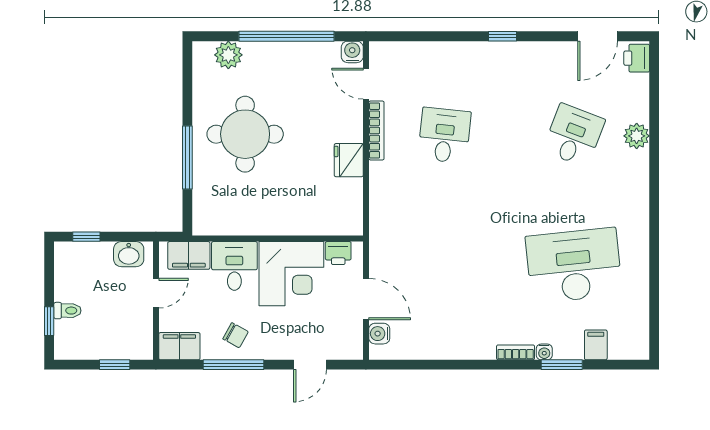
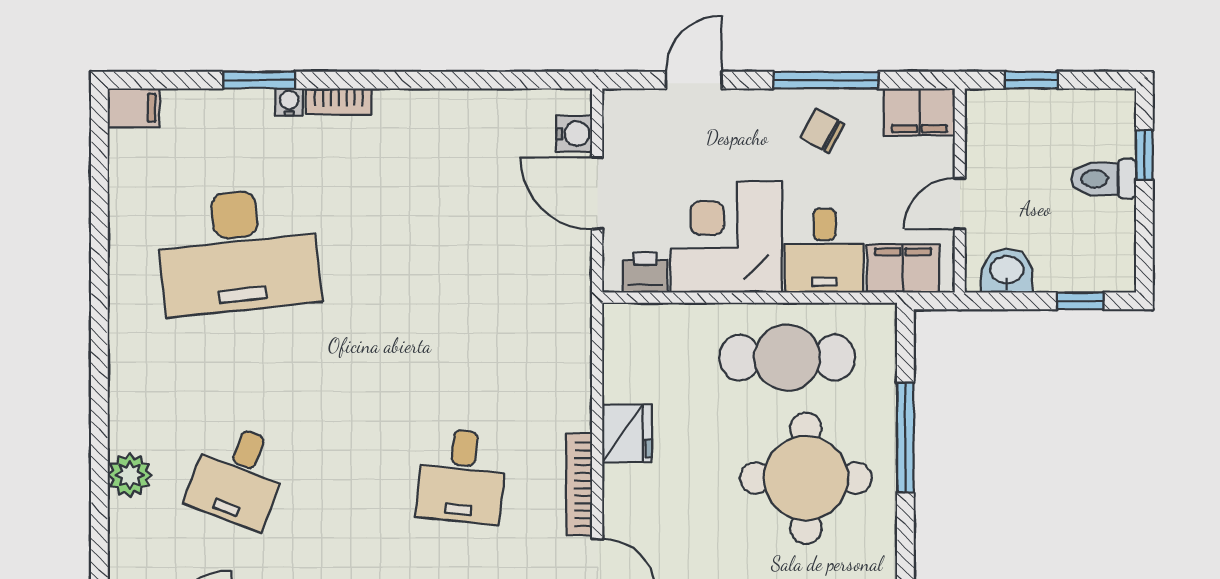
cafe table: (256, 204) -> (787, 358), added
toilet: (67, 311) -> (1104, 179), width x1.37, depth x1.39
filing cabinet: (596, 345) -> (134, 108), moved, turned -90

